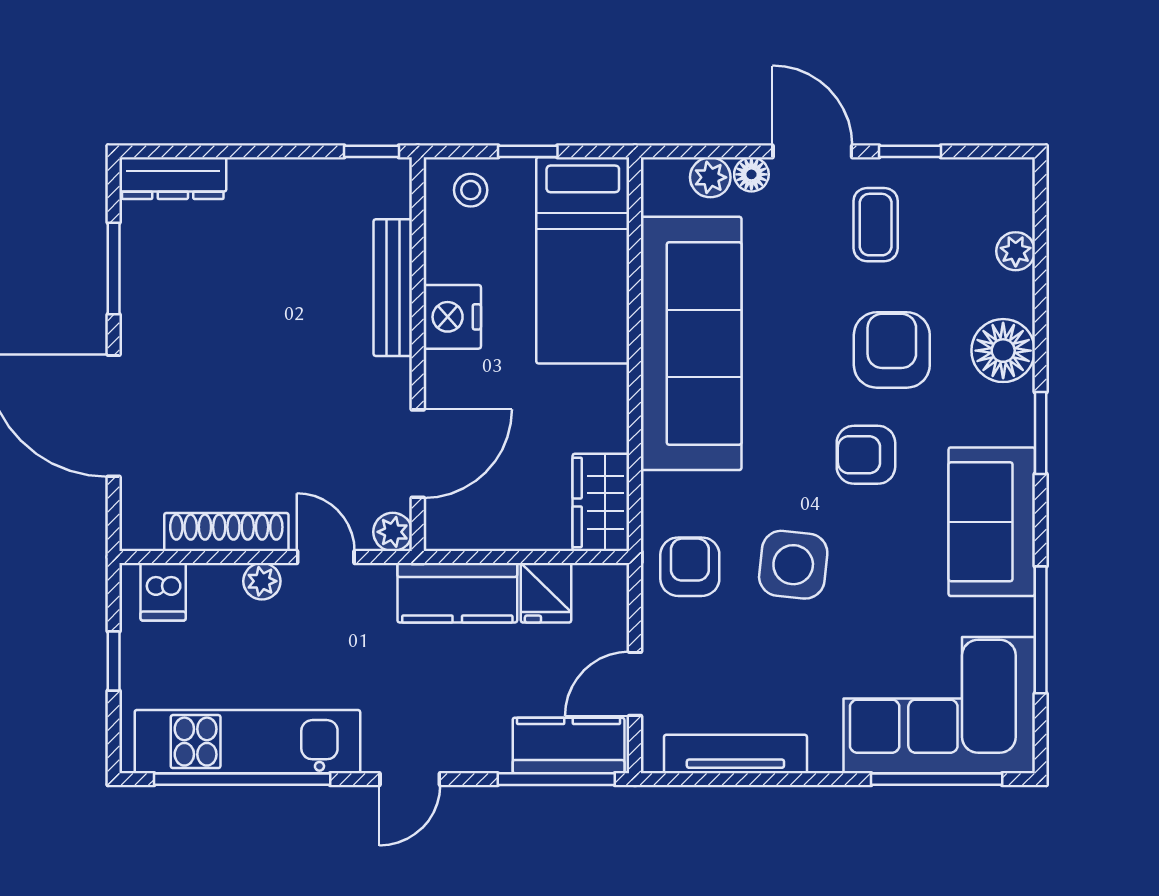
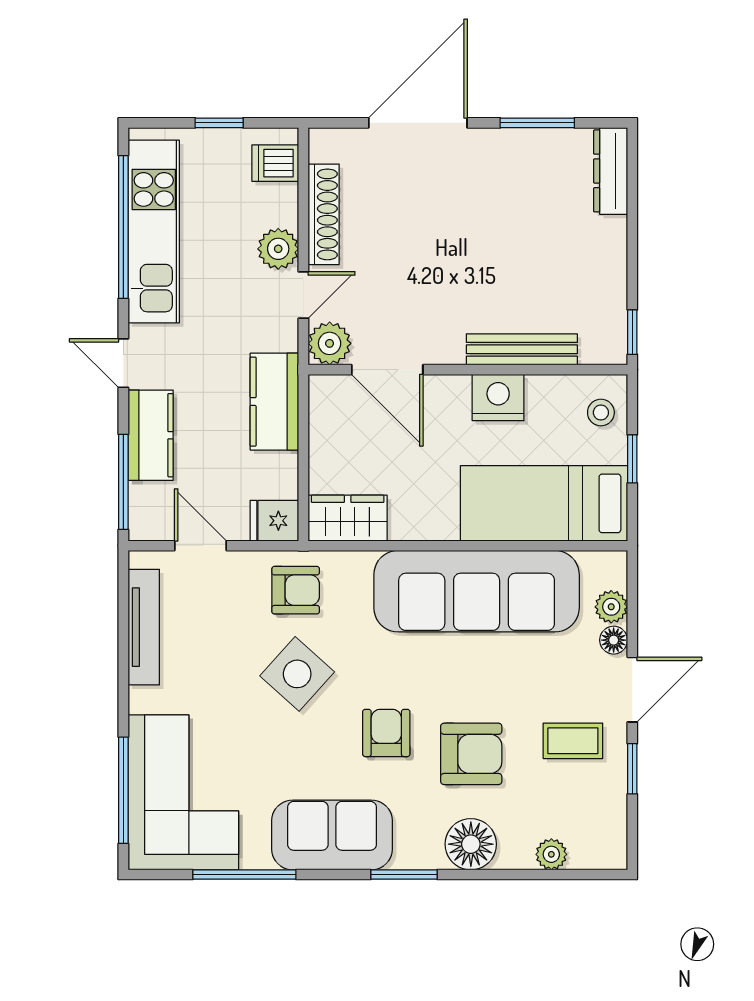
plant: (393, 532) -> (330, 343), width x1.38, depth x1.38
side table: (793, 565) -> (297, 674), turned 36
plant: (262, 581) -> (278, 249), width x1.38, depth x1.38
fridge: (546, 593) -> (274, 521), moved
kitchen counter: (569, 745) -> (151, 435), moved

